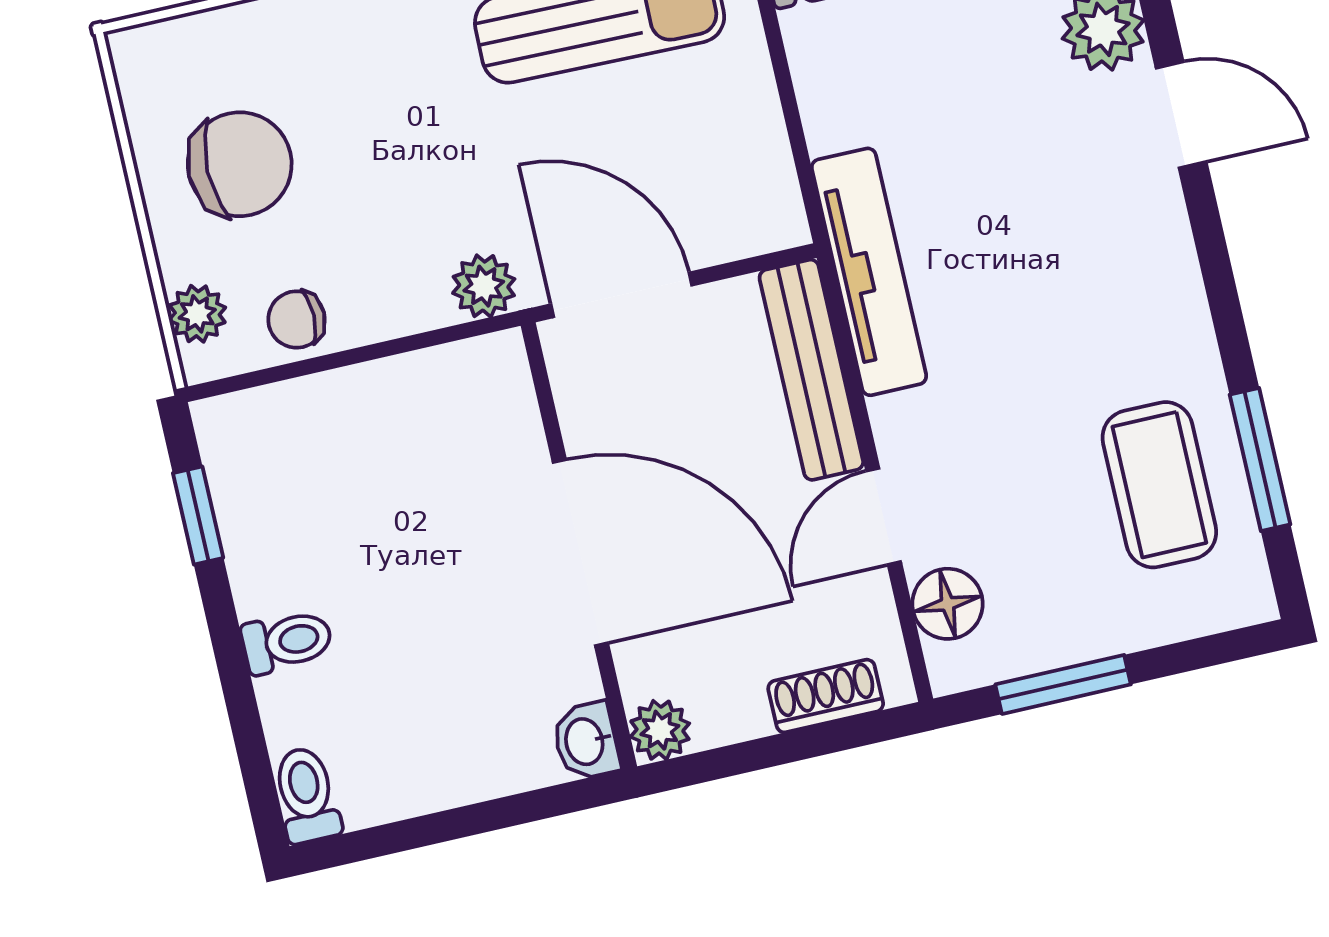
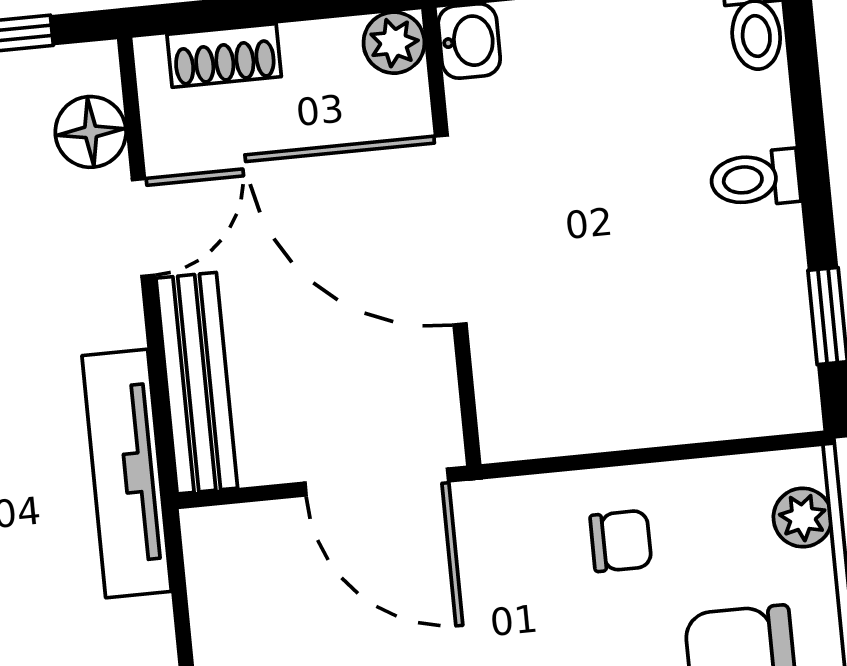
plant: (484, 286) -> (513, 509), removed
chair: (297, 320) -> (621, 541), moved

